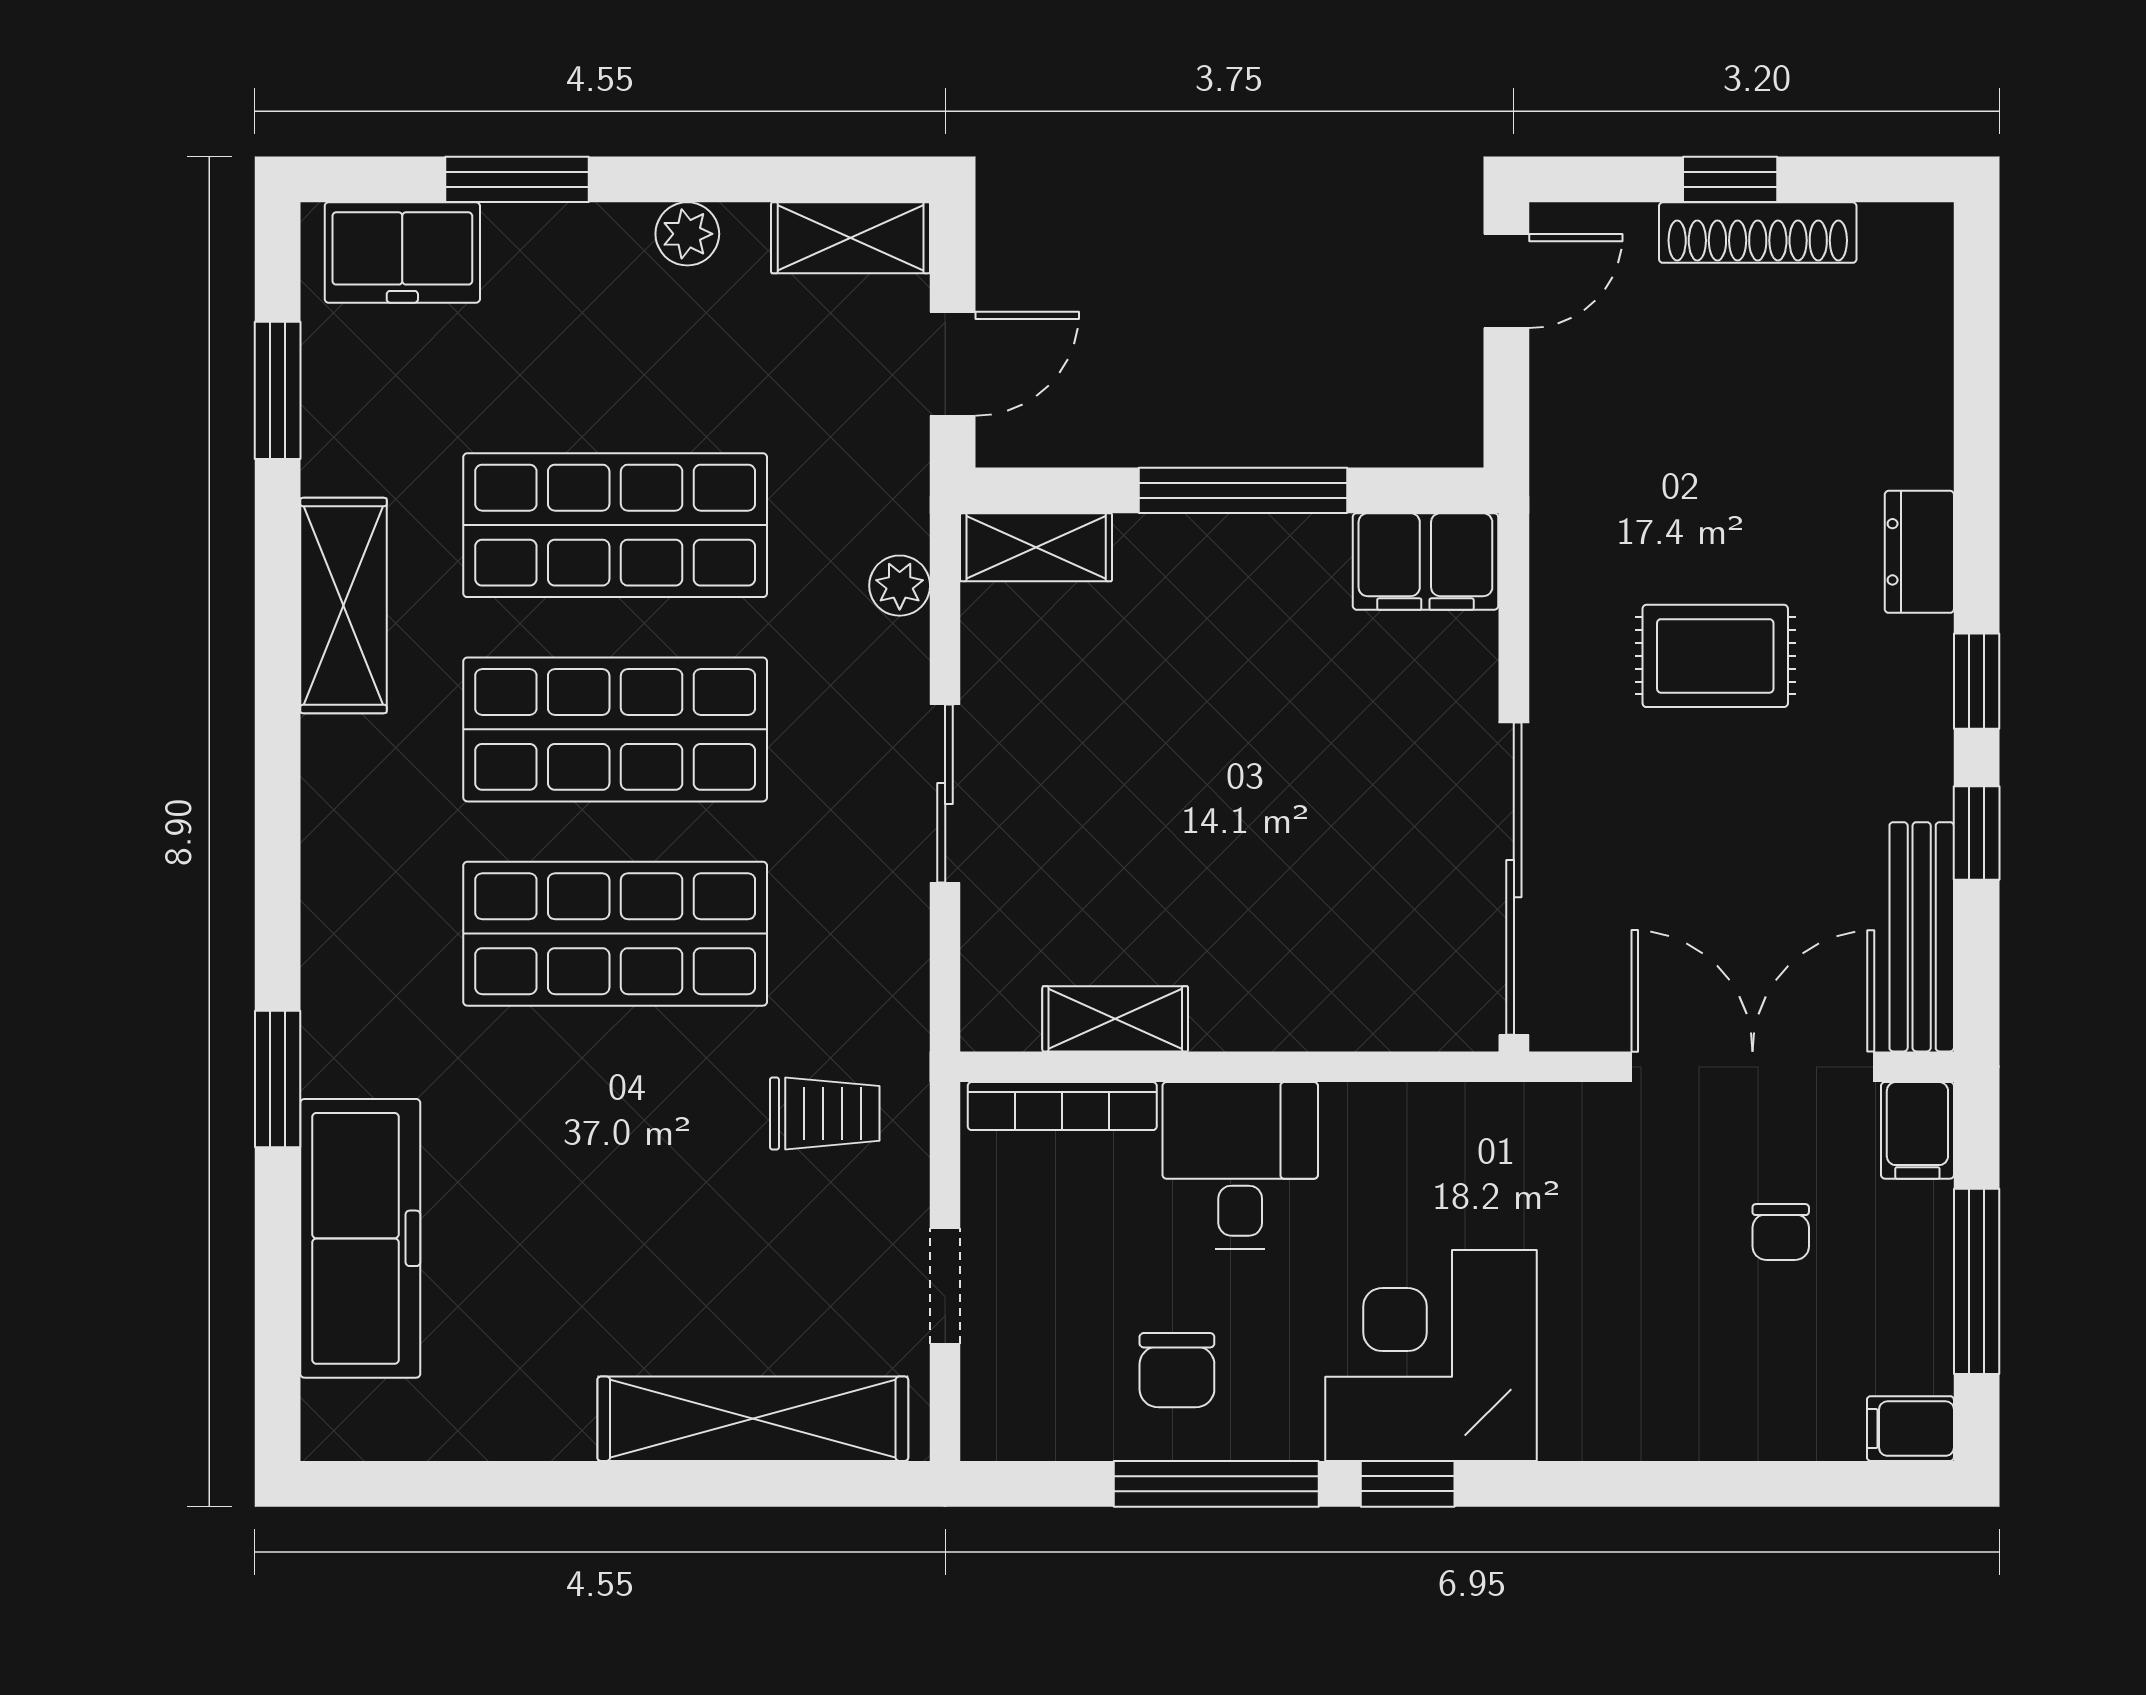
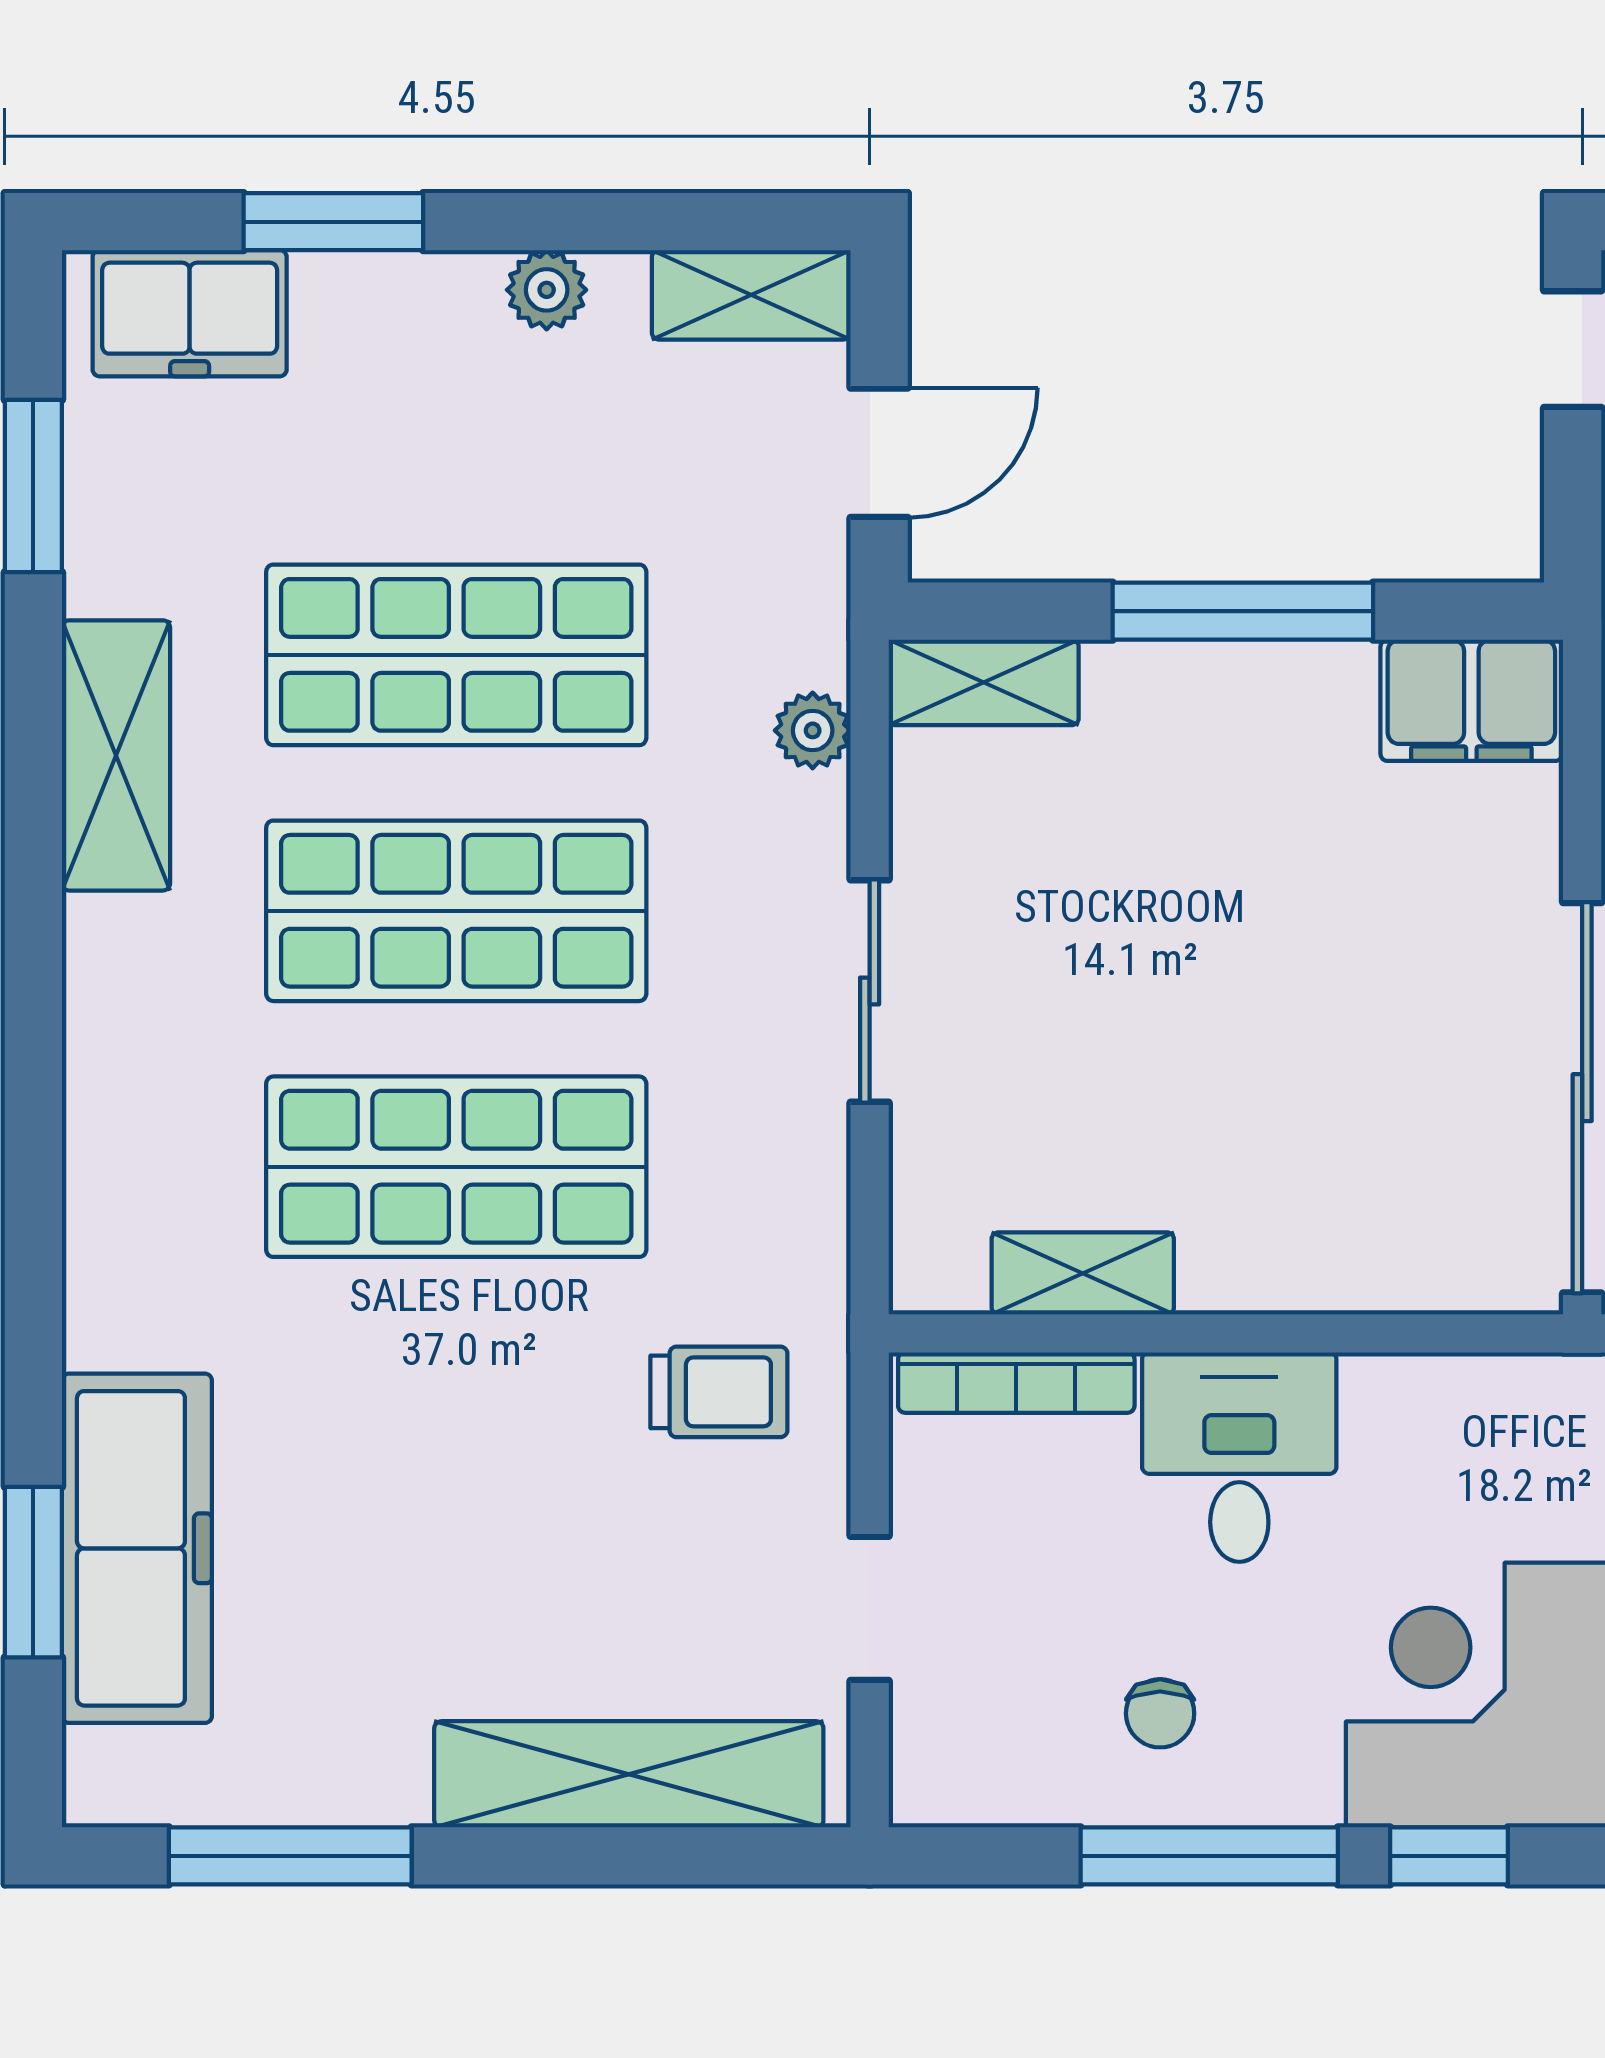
window: (278, 1079) -> (33, 1572), moved
chair: (1177, 1370) -> (1160, 1713), width x0.73, depth x0.73
window: (483, 1484) -> (290, 1856), added

